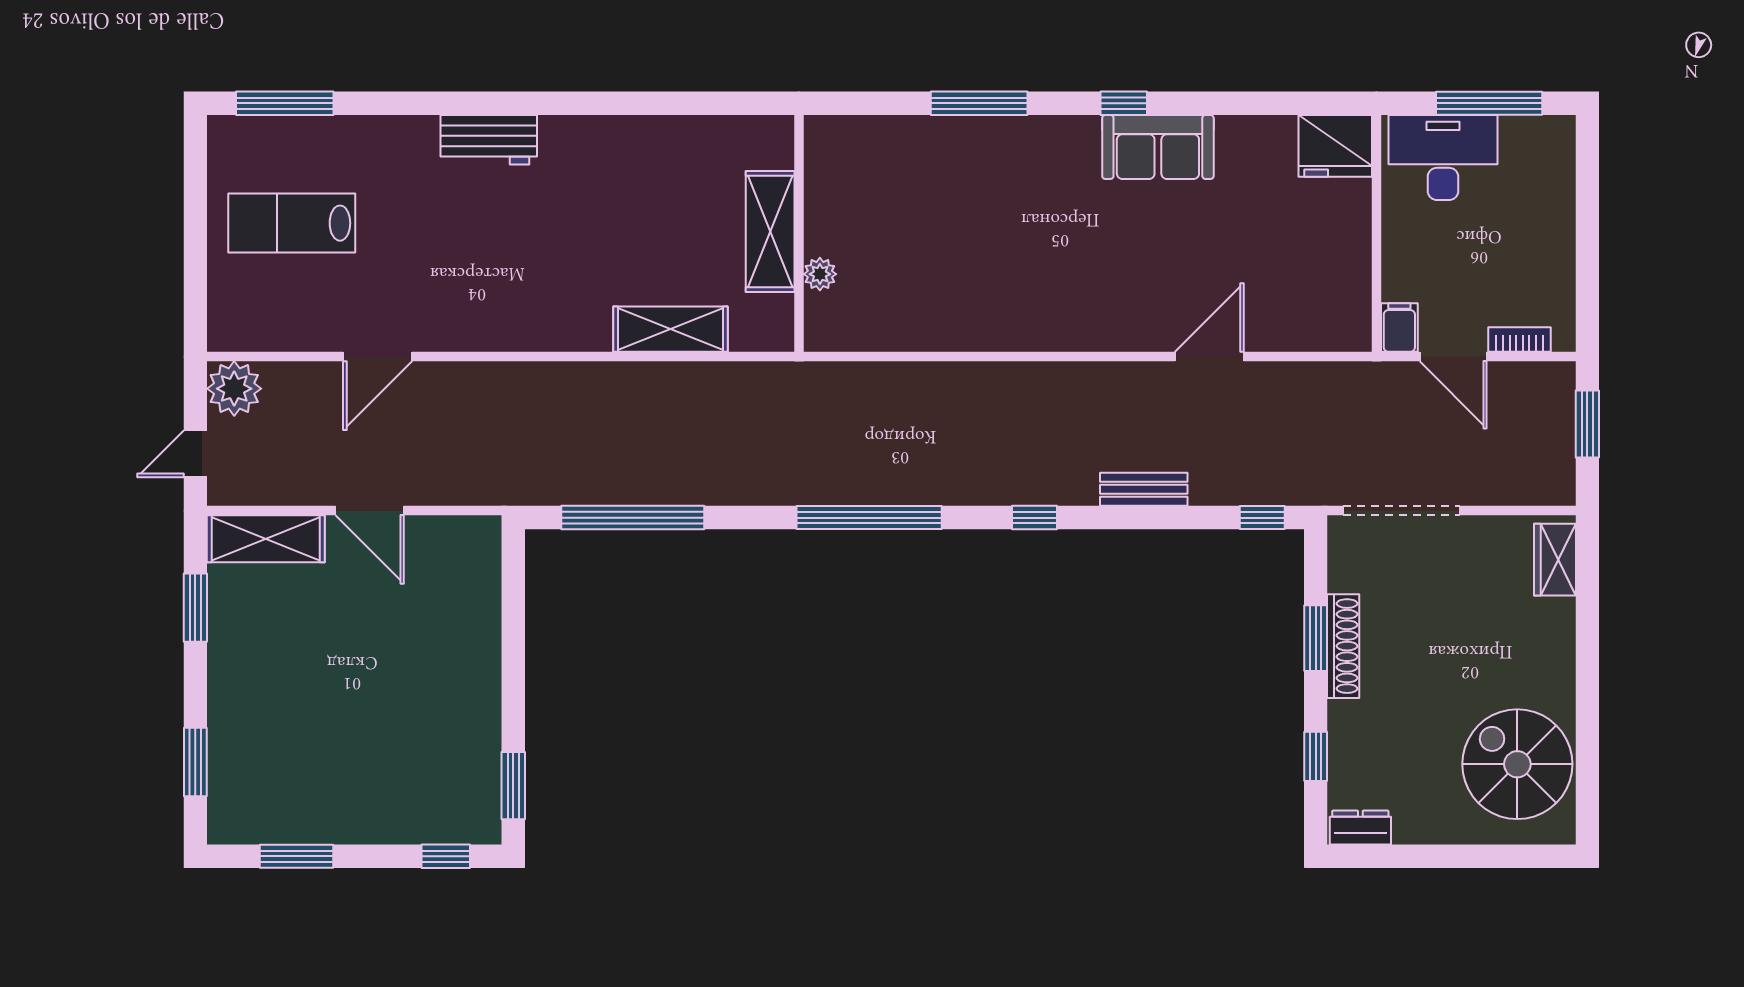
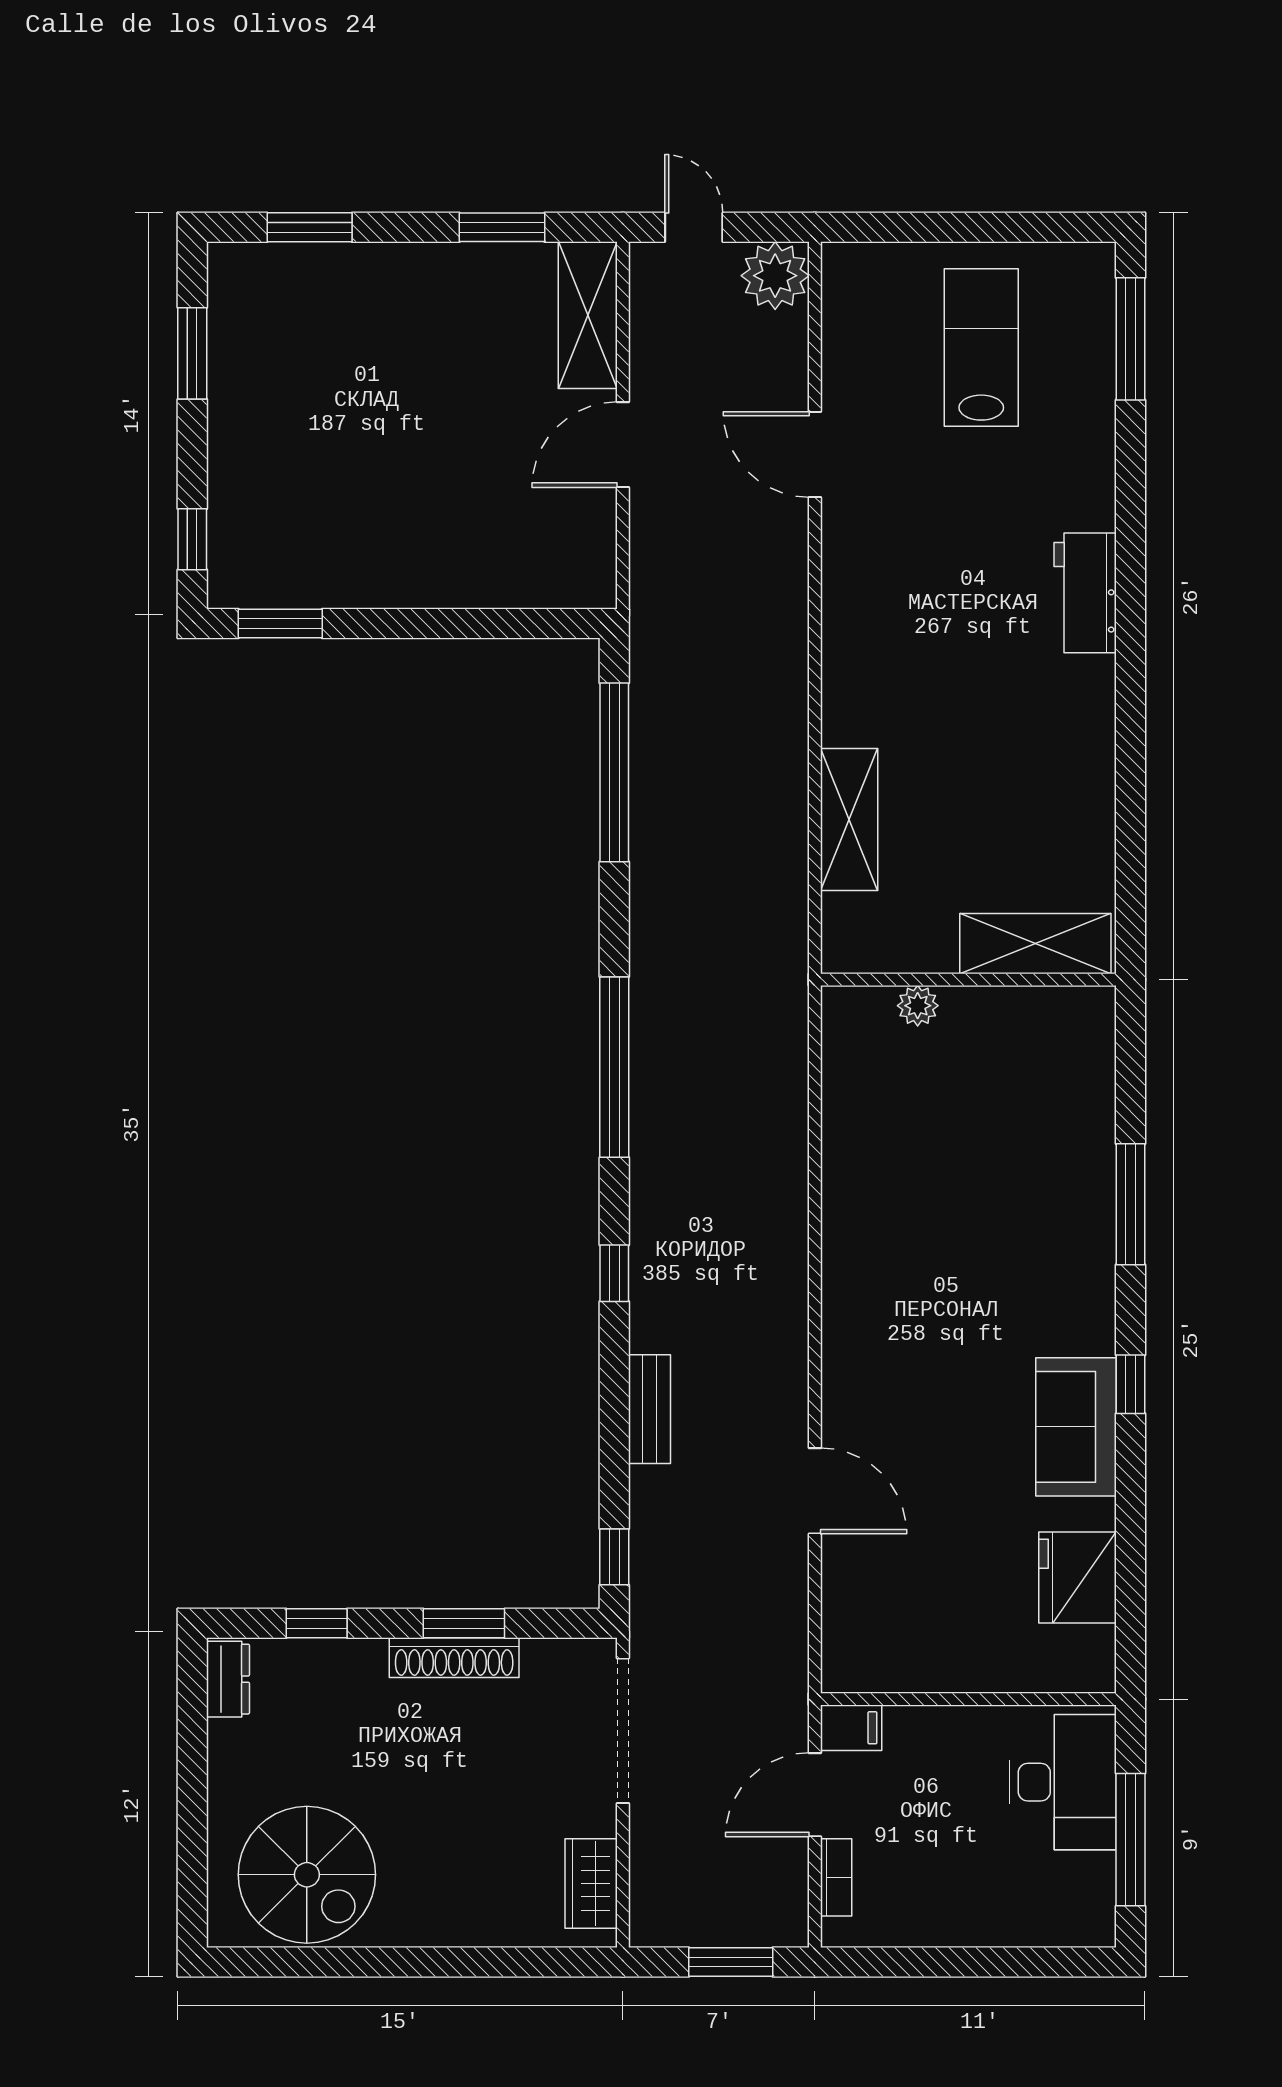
fridge: (1335, 146) -> (1078, 1578), moved
shelving: (770, 232) -> (1035, 944), moved
wardrobe: (1555, 560) -> (591, 1883), moved, turned -90
spiral stairs: (1517, 764) -> (307, 1875), turned 90

